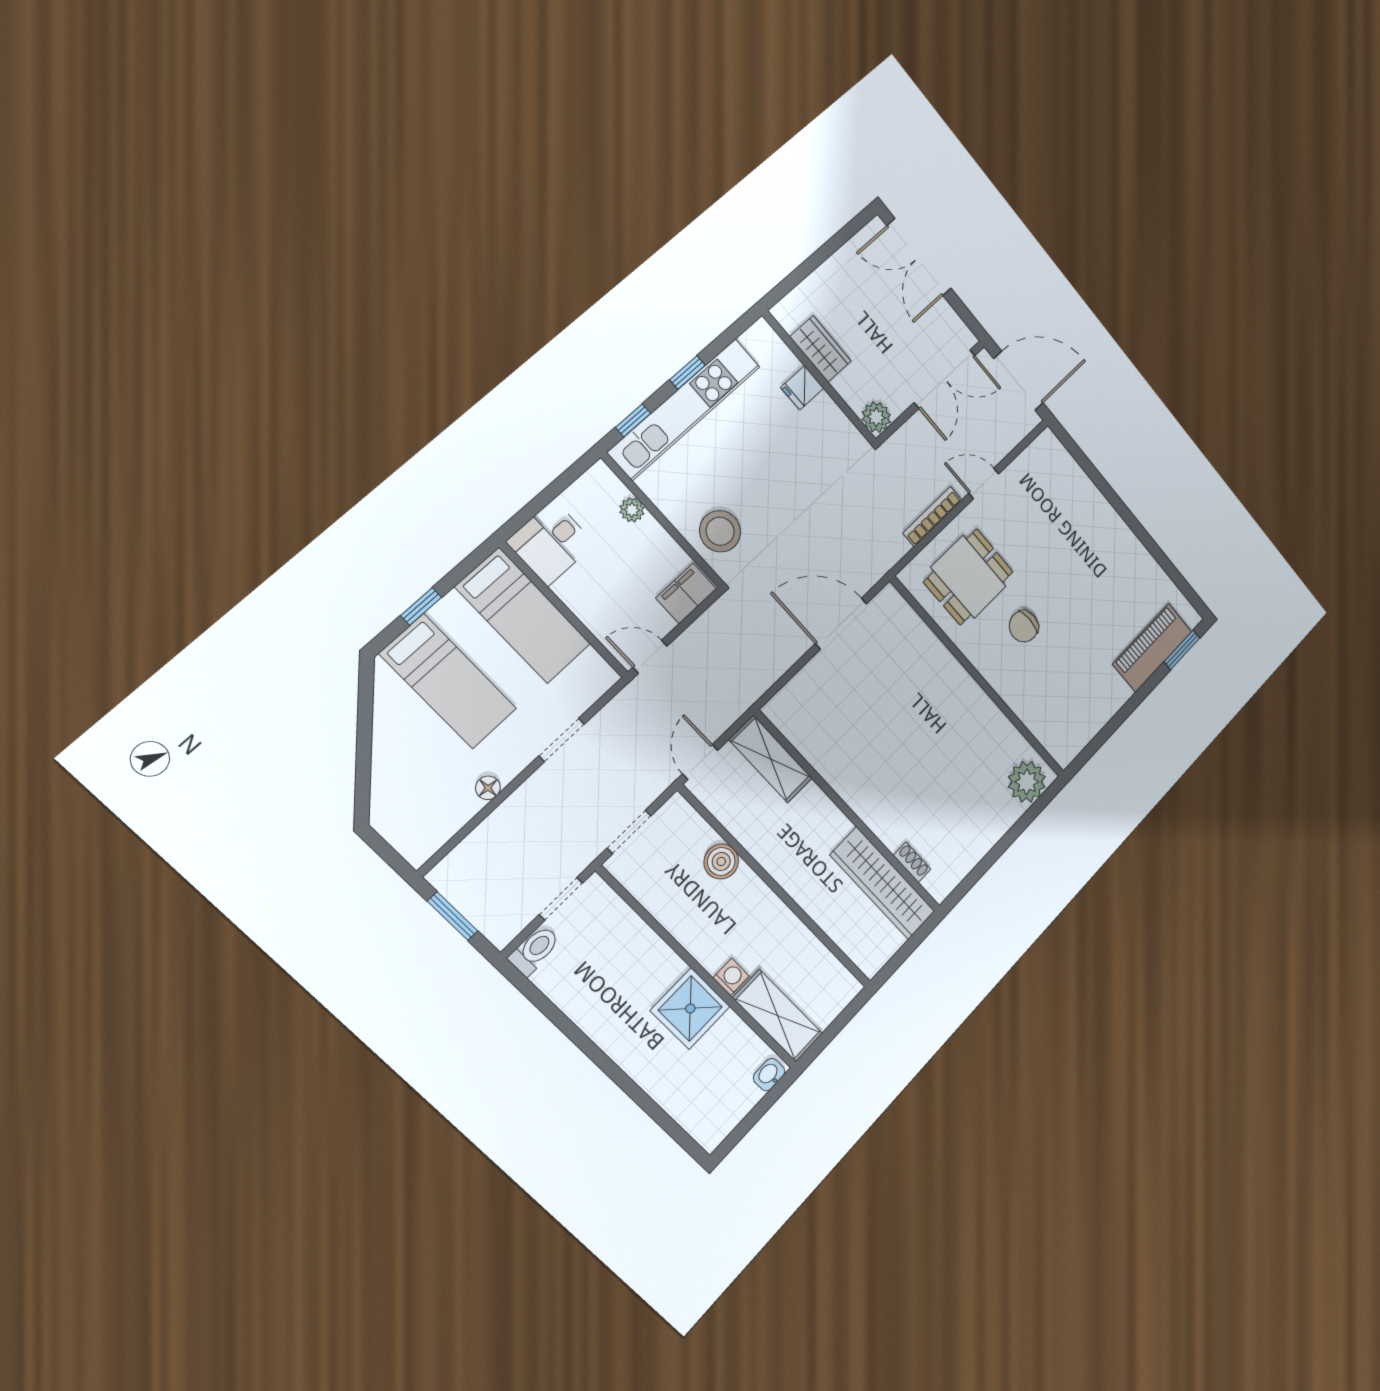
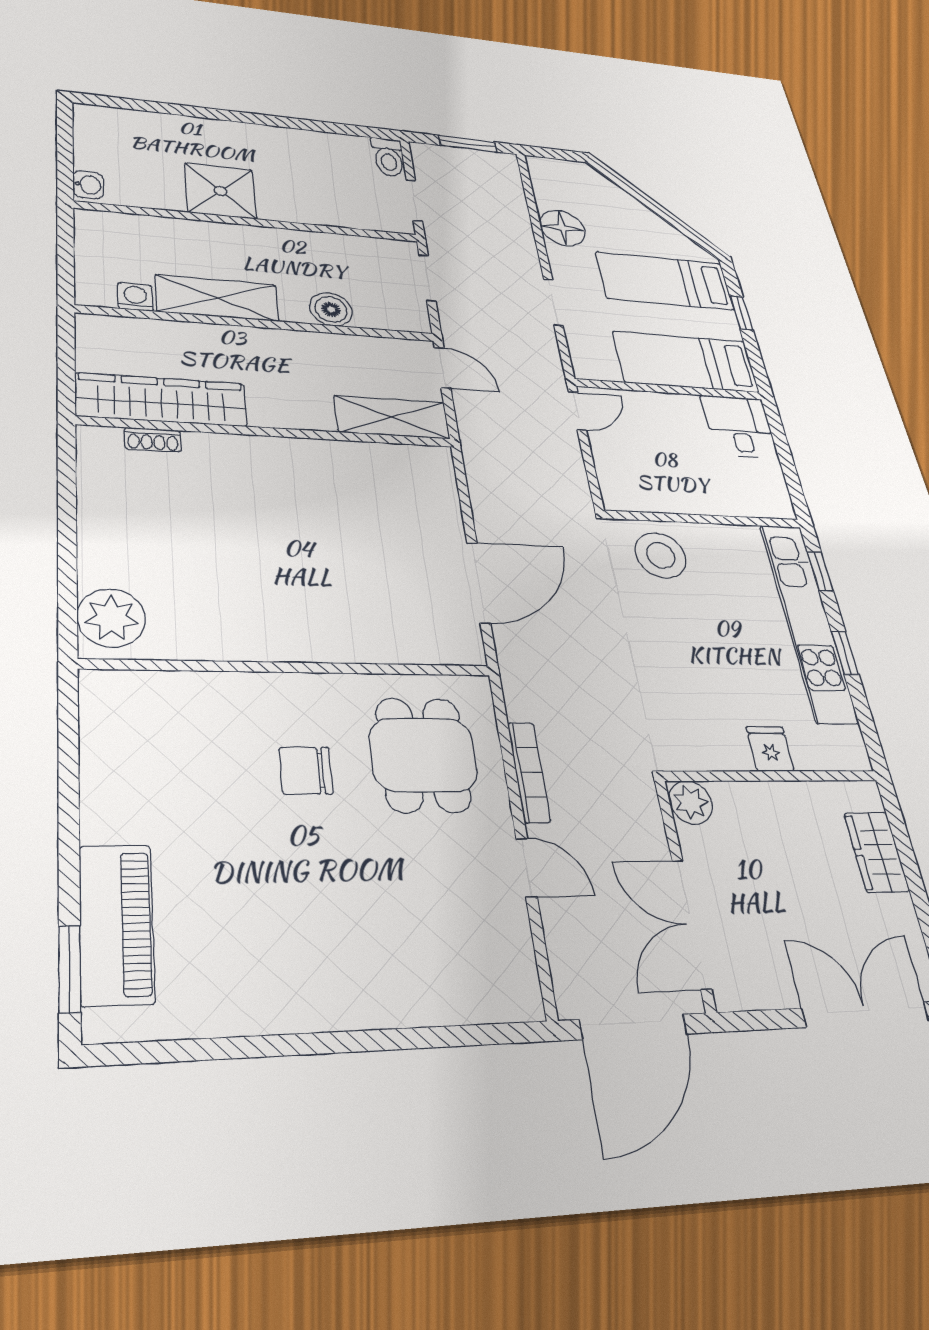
wardrobe: (820, 349) -> (877, 852), moved, turned 90
door: (984, 483) -> (527, 868), hinge flipped
plant: (632, 510) -> (731, 504), removed
filing cabinet: (686, 593) -> (618, 482), removed
chair: (1024, 626) -> (306, 771), turned -90
floor lamp: (488, 788) -> (562, 228), width x1.89, depth x1.89
washing machine: (731, 977) -> (135, 297), moved, turned 180
shelving: (778, 1016) -> (217, 298), moved

